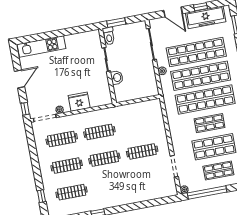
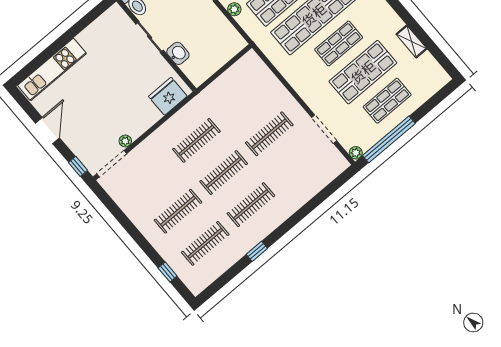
fridge: (79, 102) -> (168, 96), moved
clothes rail: (62, 139) -> (251, 205), moved

